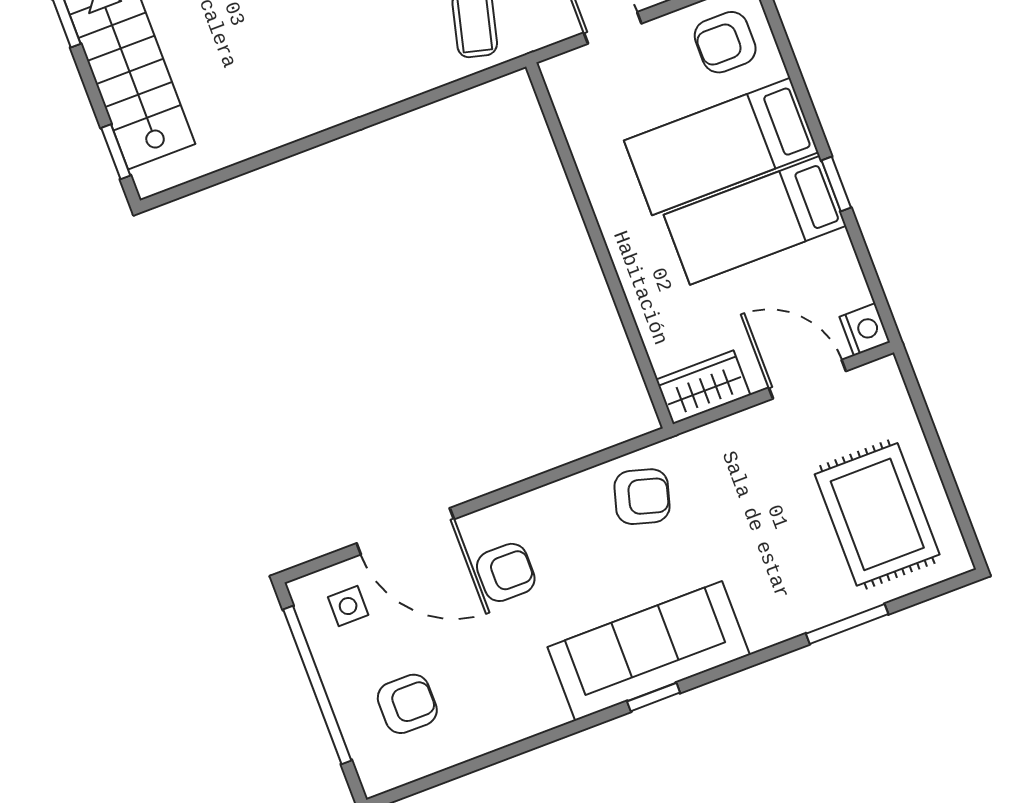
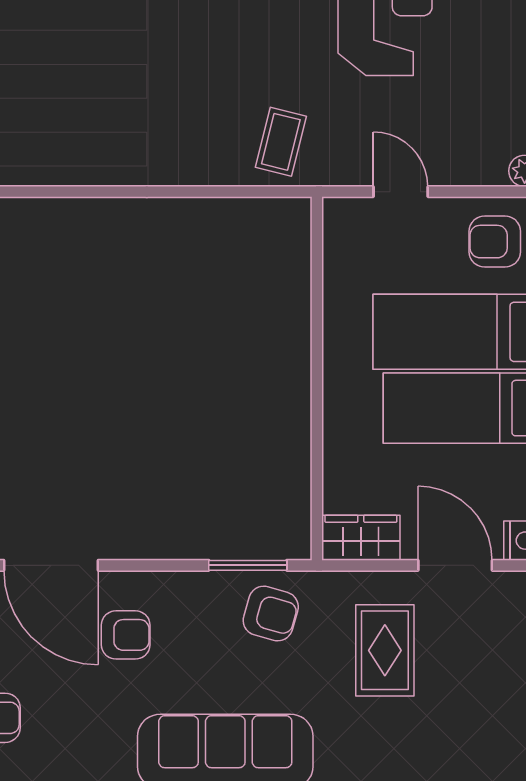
window: (601, 457) -> (248, 565), added
rug: (877, 514) -> (385, 650), moved, width x0.73, depth x0.70

